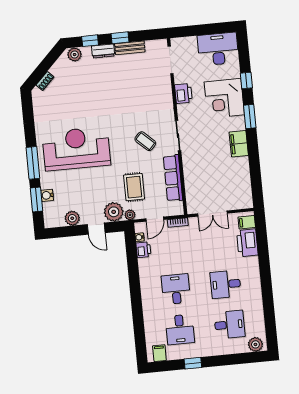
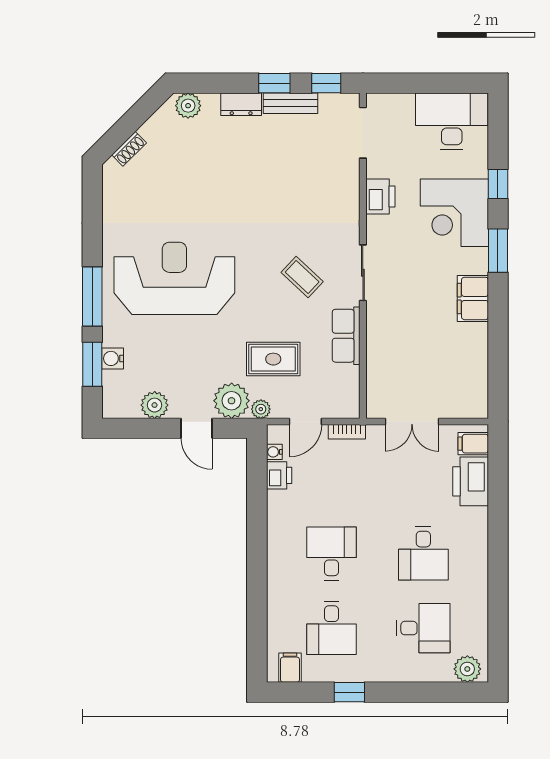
window: (90, 41) -> (326, 83), moved
row of seats: (173, 178) -> (346, 336), width x0.68
rug: (134, 187) -> (273, 359), turned 90
desk: (226, 284) -> (423, 553), turned -90

